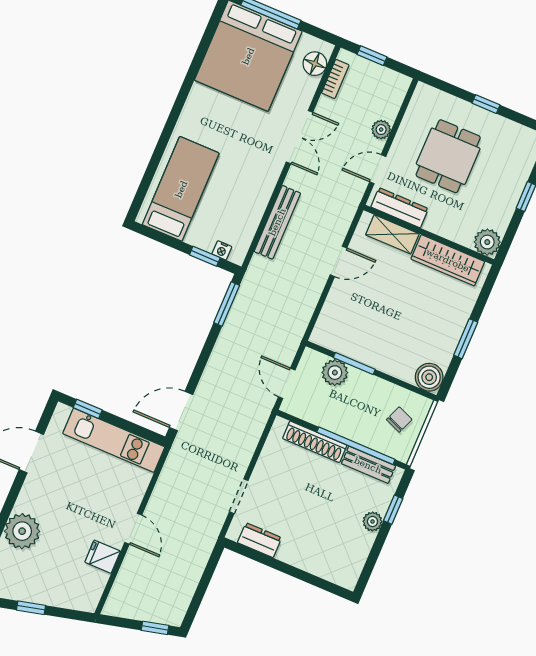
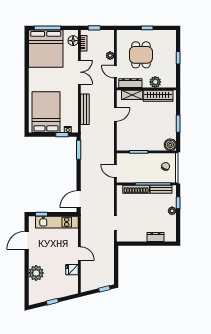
door: (378, 169) -> (115, 72), hinge flipped
bed: (181, 189) -> (46, 112), width x1.50
plant: (487, 242) -> (155, 82), moved
plant: (335, 373) -> (132, 159), removed
dresser: (260, 540) -> (156, 237), moved

